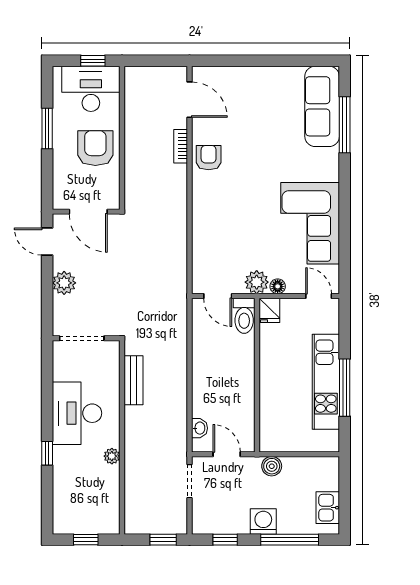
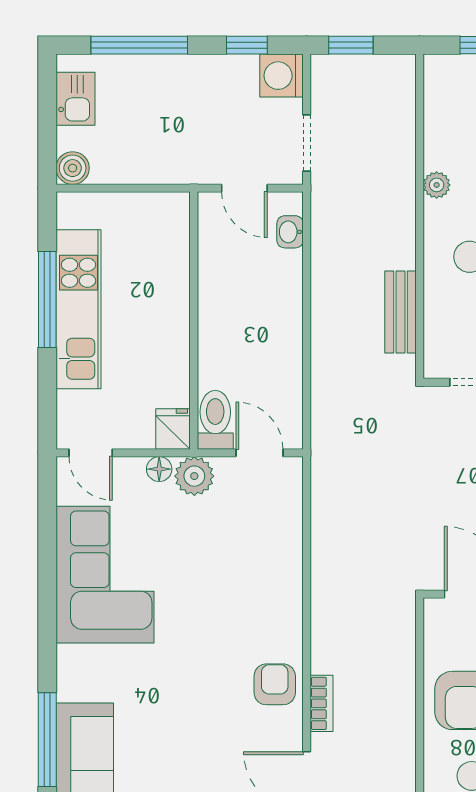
armchair: (209, 158) -> (275, 684), turned 180
boiler: (272, 466) -> (73, 168), moved
washing machine: (263, 521) -> (282, 76), moved, turned 90

